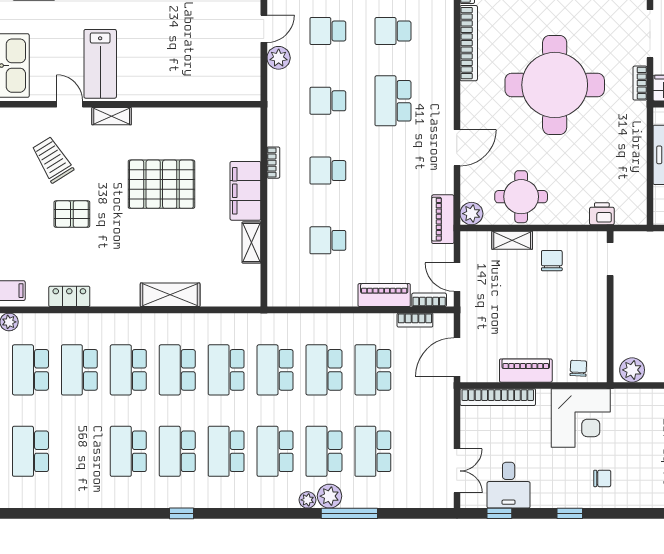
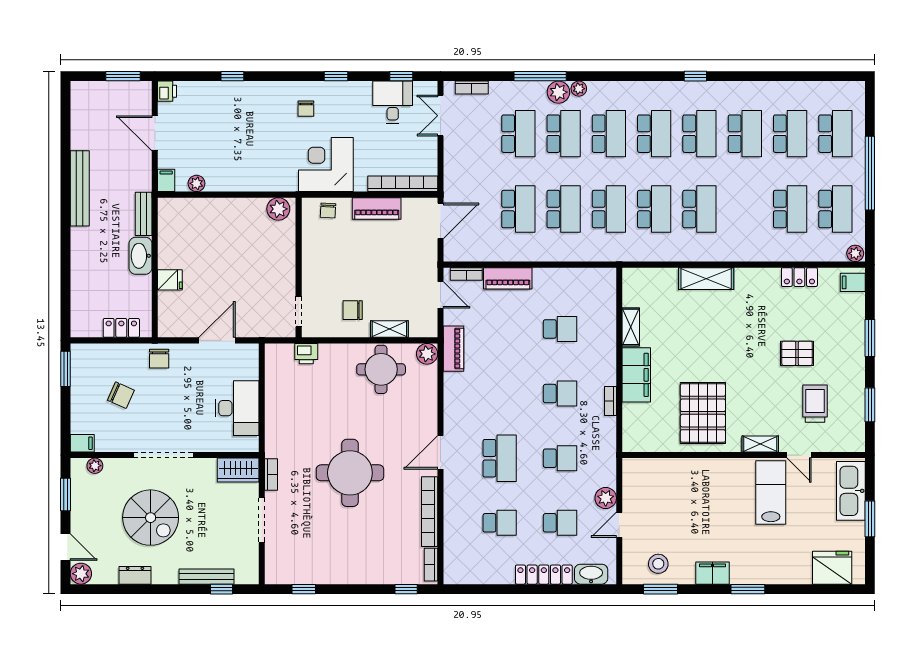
round table: (555, 85) -> (350, 473), width x0.73, depth x0.73
door: (457, 148) -> (440, 452), moved
trolley: (52, 160) -> (815, 404), turned -148
pallet: (161, 184) -> (703, 413), moved, turned 90
chair: (552, 261) -> (353, 310), turned 90
bookcase: (415, 320) -> (472, 88), moved, turned 180
school desk: (128, 370) -> (790, 134), moved
chair: (602, 478) -> (306, 109), turned -90

